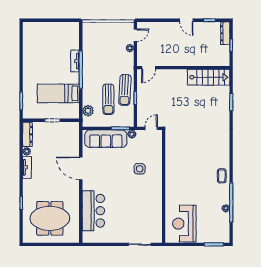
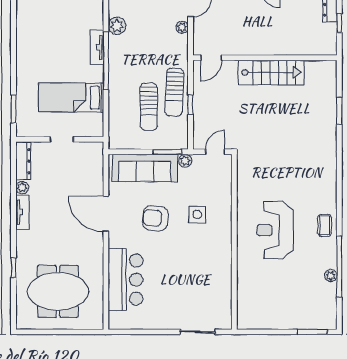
stairs: (209, 77) -> (271, 72), moved
plant: (88, 111) -> (117, 26), moved
armchair: (113, 171) -> (155, 218), added
reception desk: (184, 224) -> (275, 230), moved

